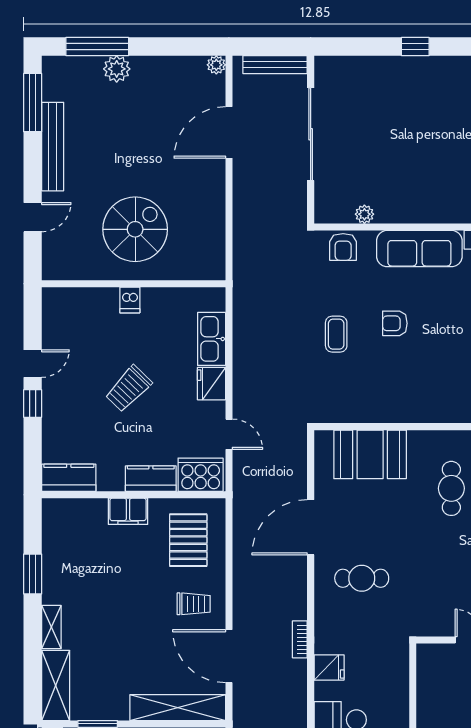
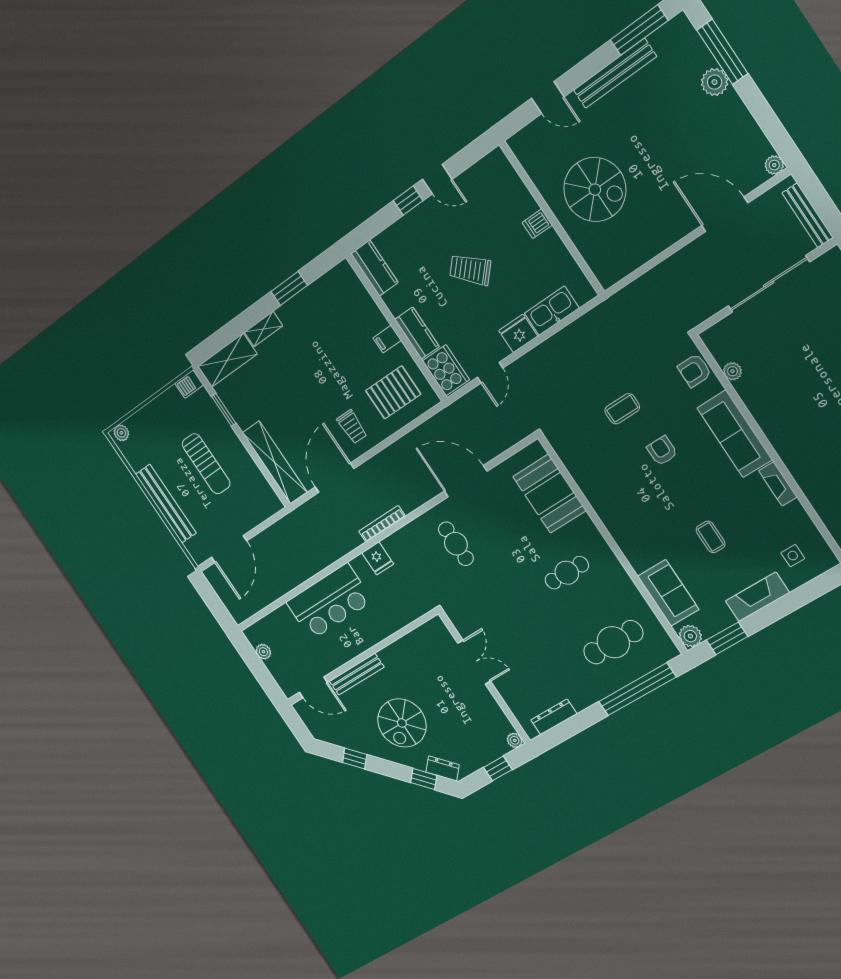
filing cabinet: (128, 511) -> (387, 339), width x0.50
bookcase: (300, 639) -> (382, 524), width x1.56

